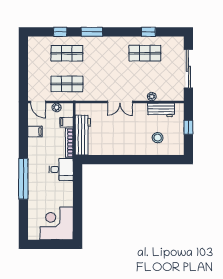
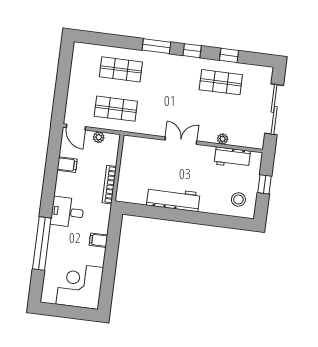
window: (60, 32) -> (192, 51), moved
double door: (120, 102) -> (181, 141), swing flipped
filing cabinet: (66, 122) -> (98, 240), moved
workbench: (83, 135) -> (173, 199), moved, turned -90
stool: (158, 138) -> (238, 199), moved
desk: (61, 169) -> (67, 212), moved, turned 180
window: (23, 179) -> (42, 244), moved

